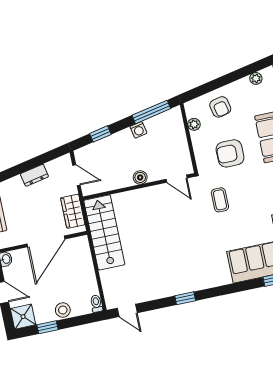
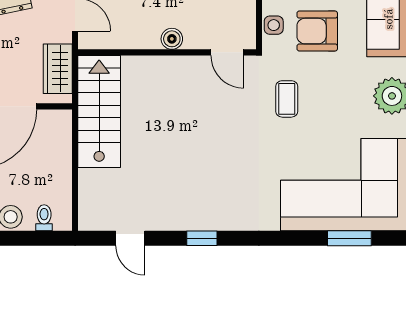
side table: (202, 155) -> (274, 25), added
toilet: (96, 304) -> (44, 218), moved
door: (127, 310) -> (130, 238), moved

